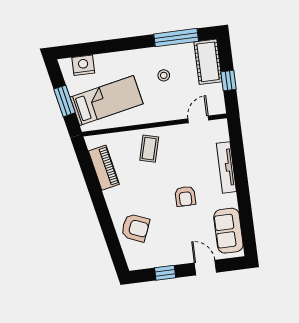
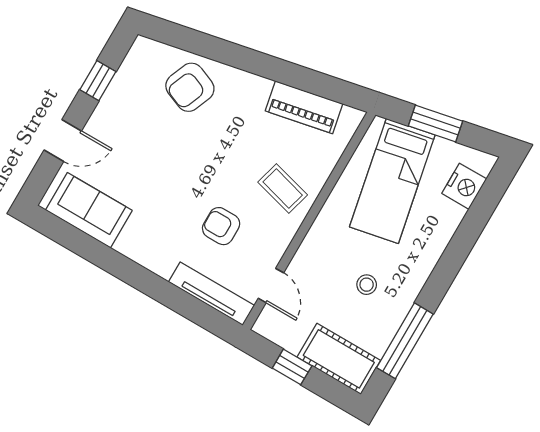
tv unit: (226, 167) -> (211, 294), moved
armchair: (185, 196) -> (221, 226), moved

